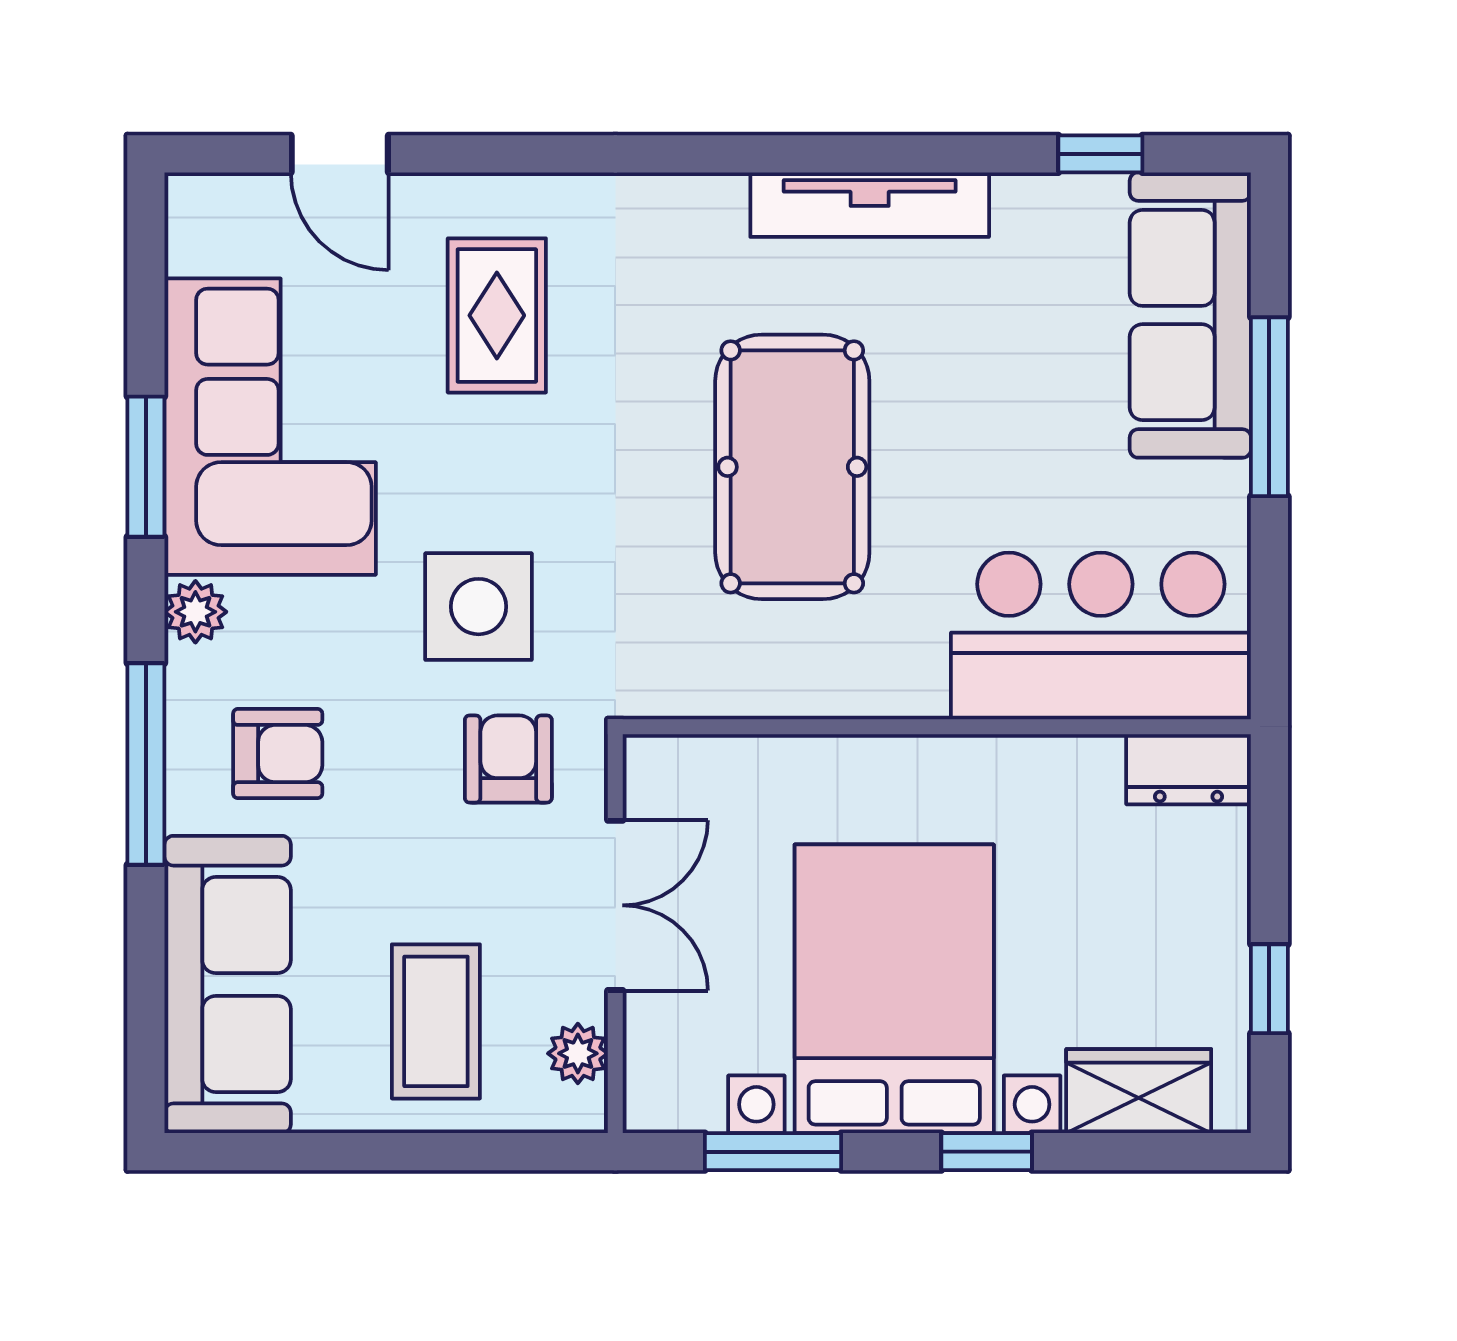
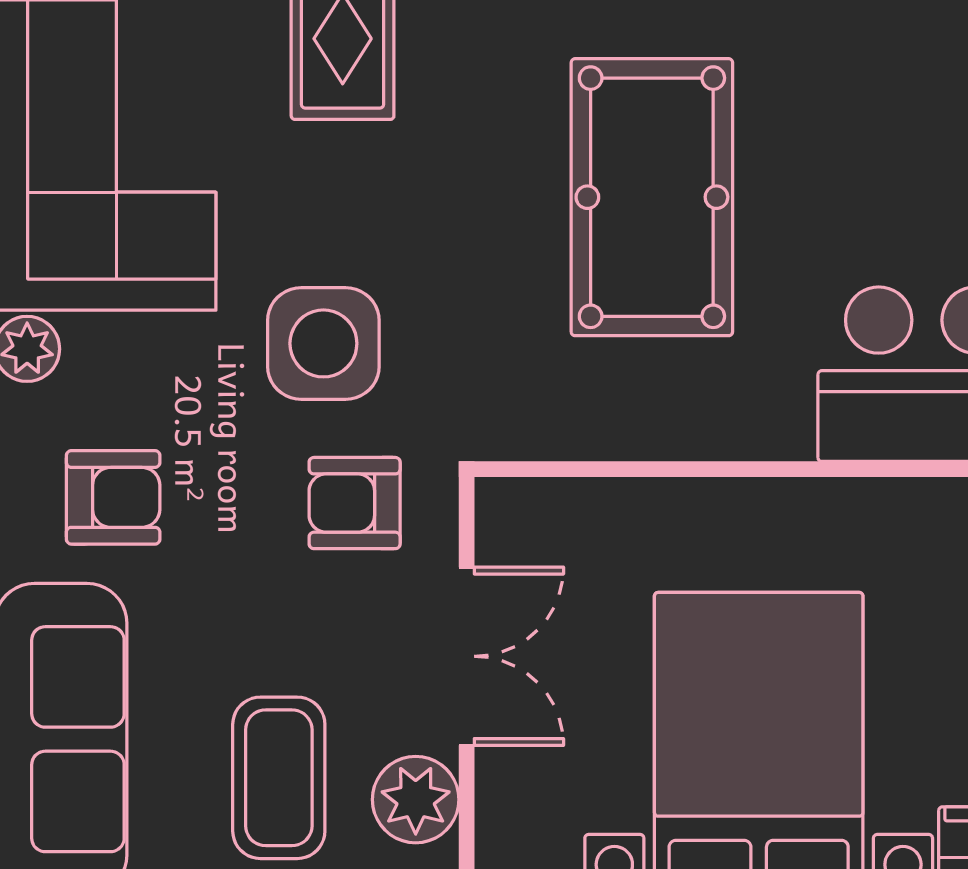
armchair: (508, 759) -> (355, 503), turned -90
plant: (578, 1053) -> (416, 800), width x1.38, depth x1.38

